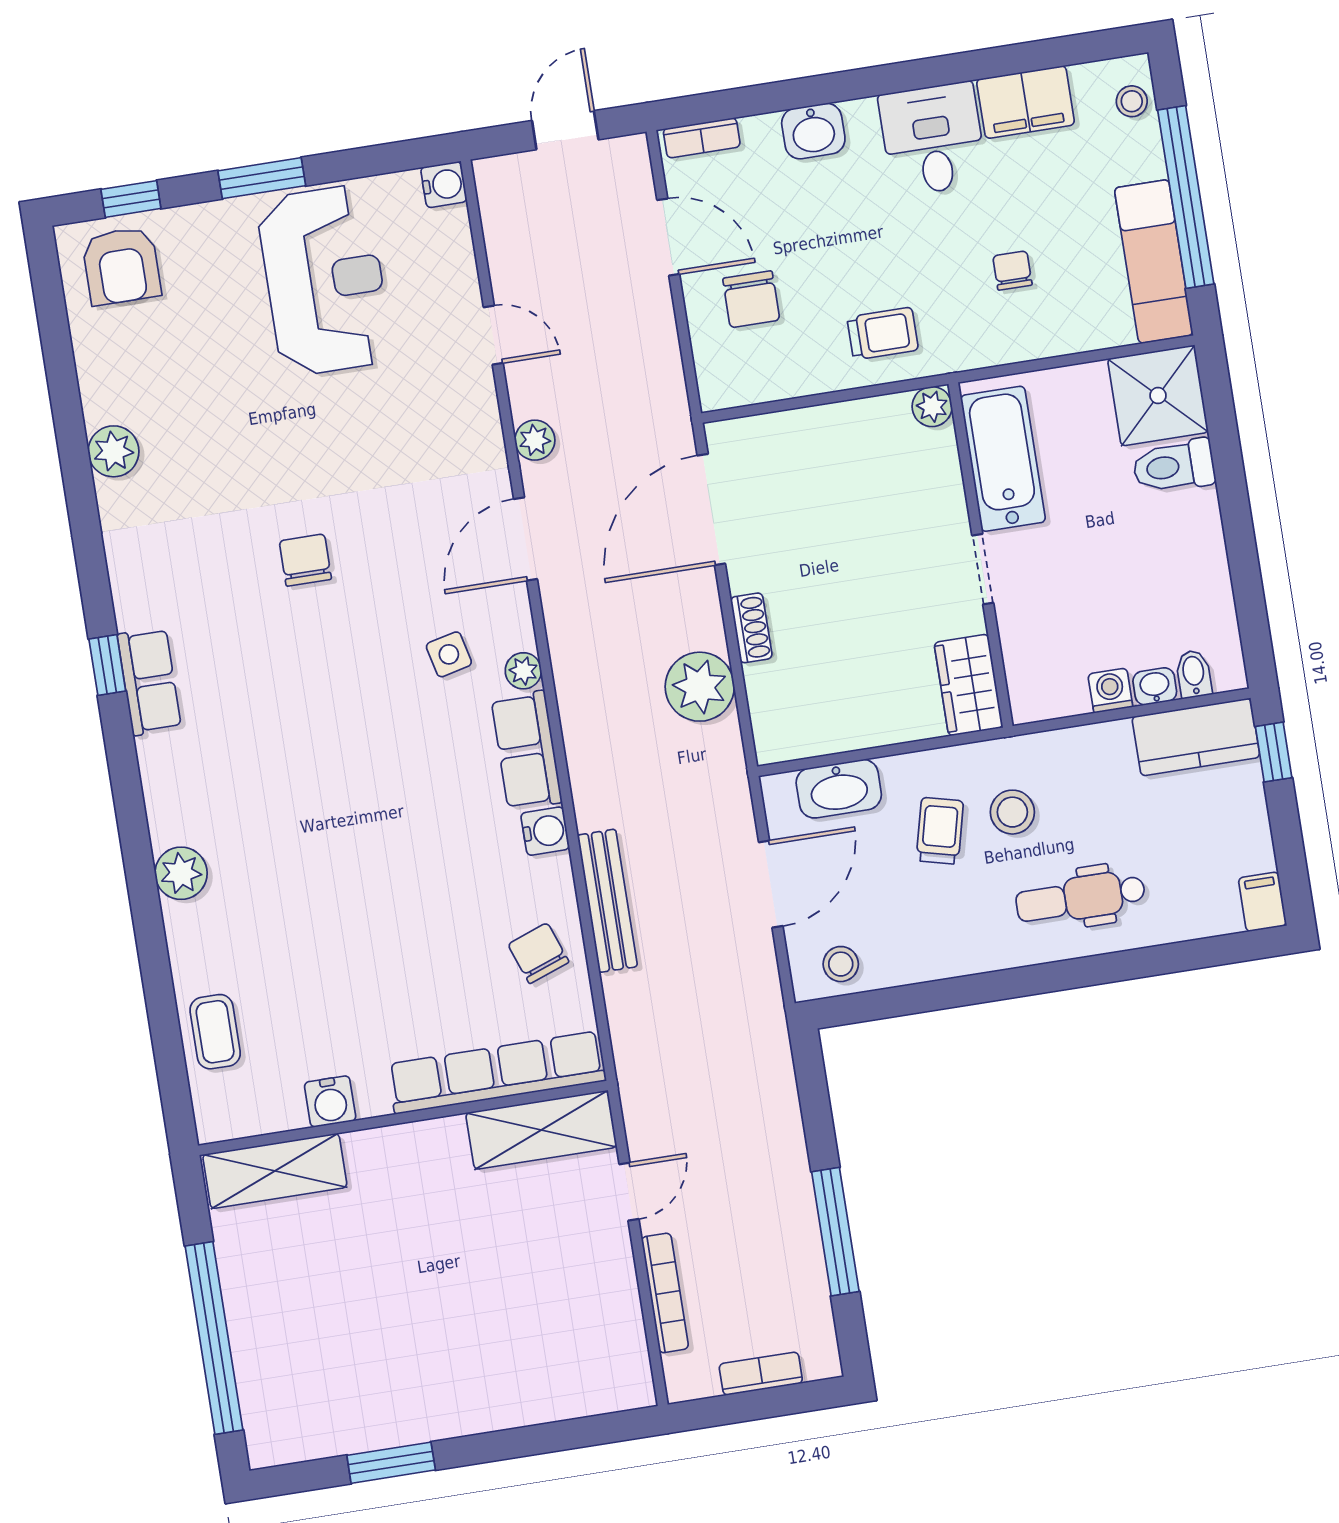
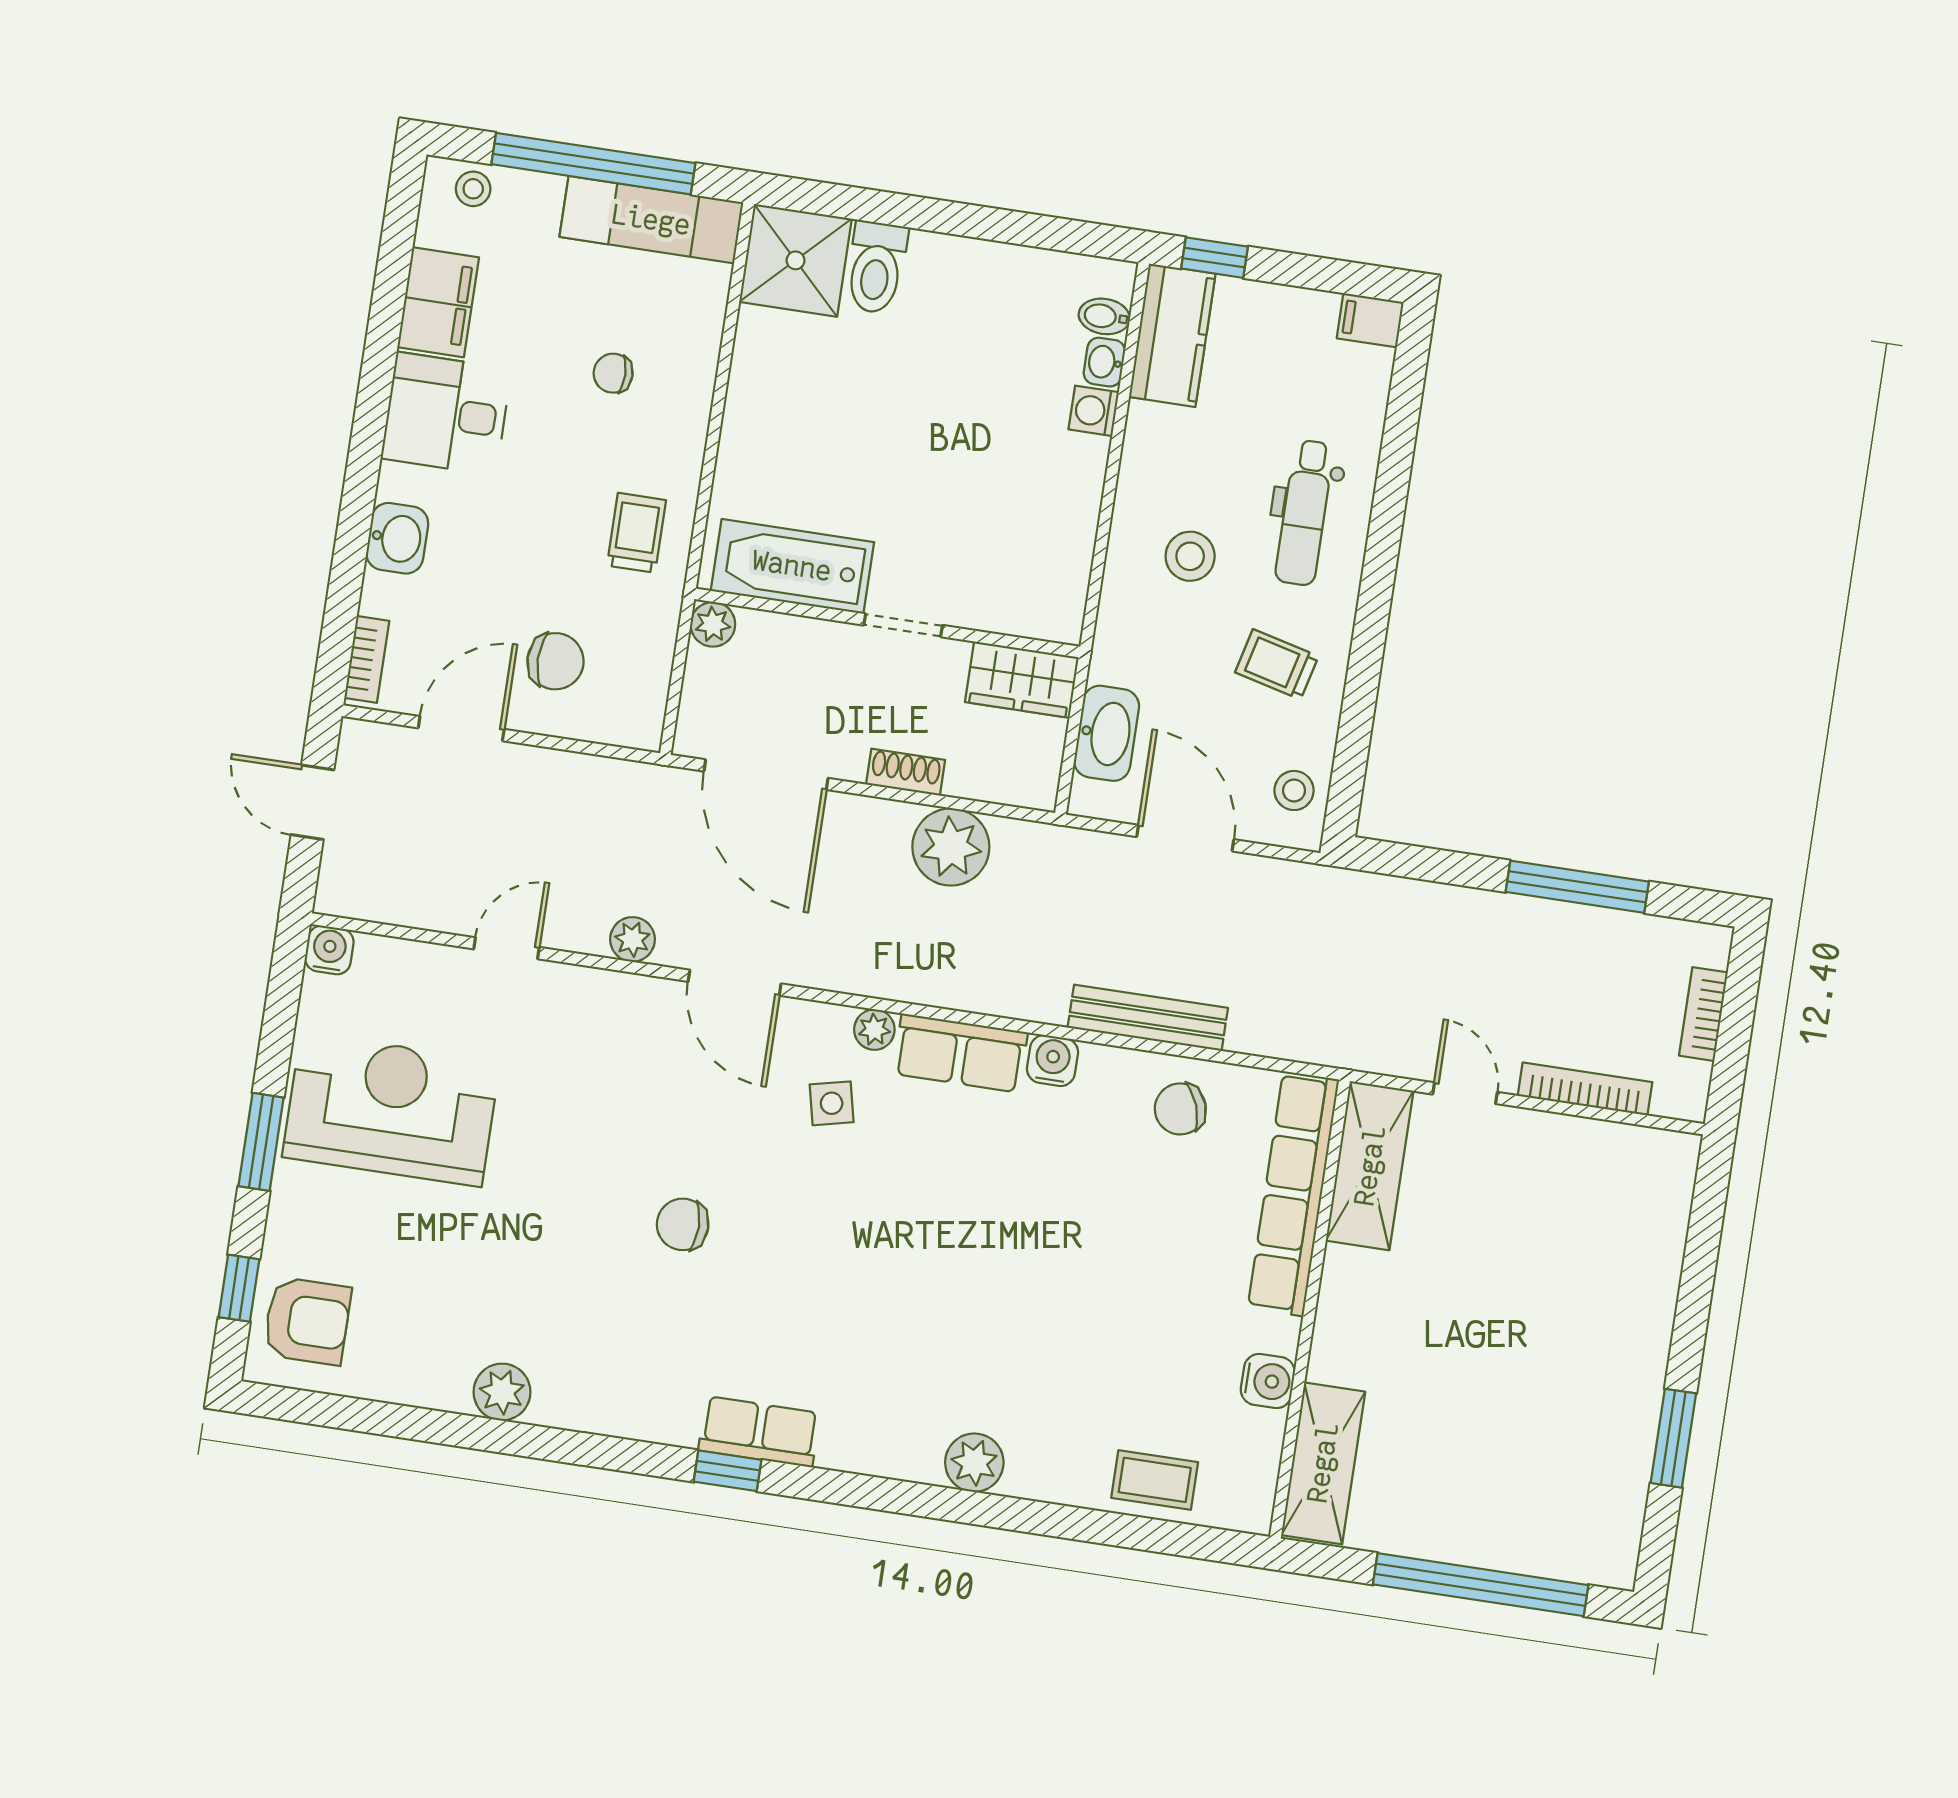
plant: (932, 407) -> (713, 624), moved
bathtub: (1003, 459) -> (792, 566), moved
wall: (981, 555) -> (887, 623), moved
doorway: (983, 569) -> (903, 625), moved
wardrobe: (969, 685) -> (1022, 680), moved
trolley: (940, 831) -> (1277, 664), moved

